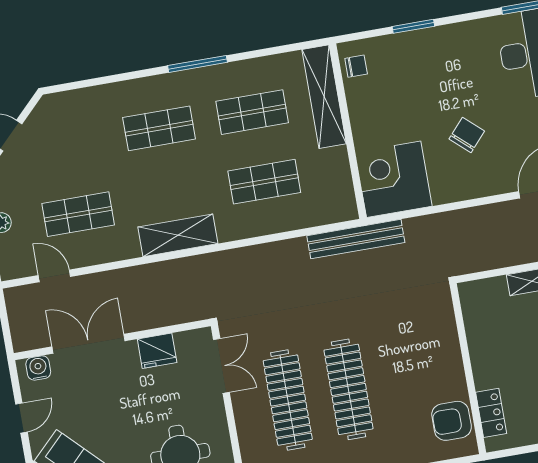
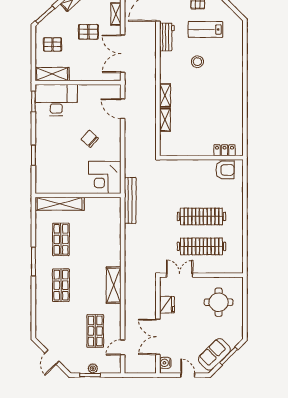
chair: (356, 66) -> (48, 186), removed
shop shelf: (264, 182) -> (95, 239), removed
armchair: (452, 421) -> (225, 170), turned -90

